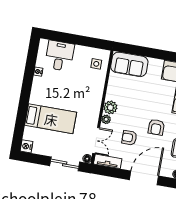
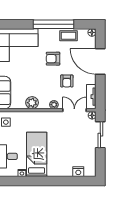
plant: (110, 107) -> (32, 103), moved
bed: (51, 119) -> (37, 154), moved
armchair: (156, 127) -> (53, 59), turned 180
nightstand: (26, 146) -> (78, 172), moved

